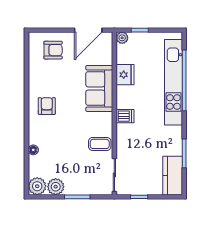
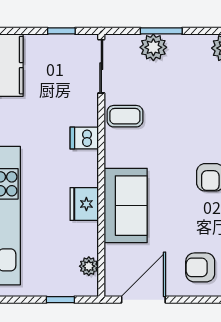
plant: (122, 38) -> (89, 266), moved
fridge: (125, 75) -> (84, 204), moved
dishwasher: (125, 116) -> (84, 138), moved
plant: (56, 187) -> (153, 47), moved

